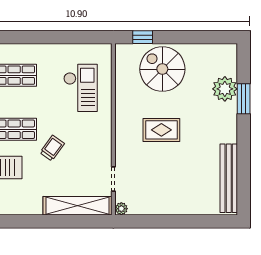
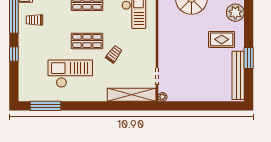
window: (244, 99) -> (249, 58), moved
rug: (161, 130) -> (222, 39), moved

